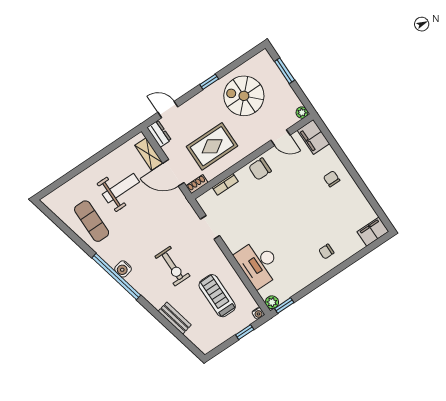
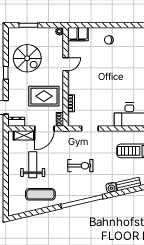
spiral stairs: (244, 96) -> (27, 58), turned -90
door: (280, 138) -> (65, 64), moved
rug: (212, 146) -> (44, 96), turned 90
chair: (260, 169) -> (76, 77), removed
exercise bike: (172, 266) -> (80, 166), moved
water cooler: (123, 269) -> (111, 188), moved

